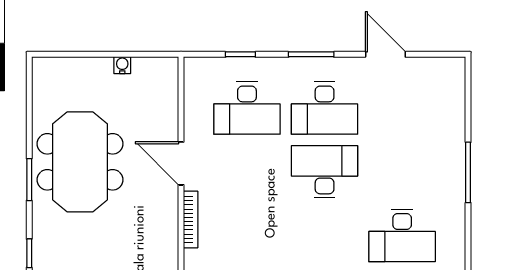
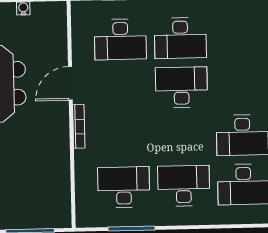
door: (181, 163) -> (70, 83), hinge flipped

